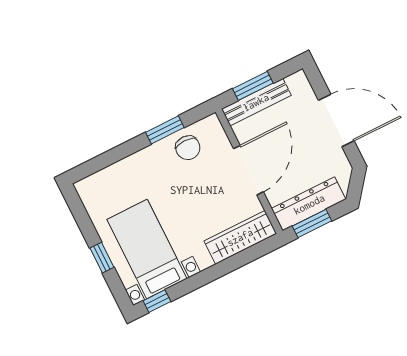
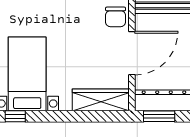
chair: (188, 148) -> (116, 17), moved

